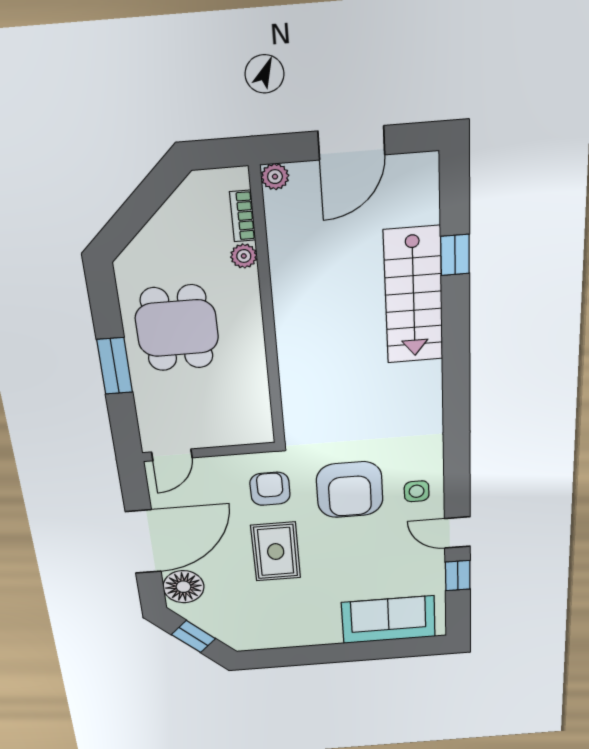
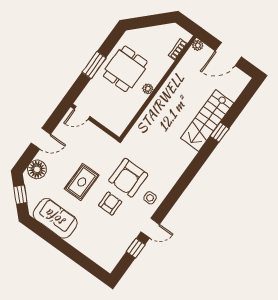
window: (455, 255) -> (220, 132), moved
plant: (244, 256) -> (148, 89), moved
armchair: (270, 489) -> (110, 203), moved
door: (457, 532) -> (150, 228), swing flipped
door: (143, 542) -> (41, 139), width x0.53
sofa: (388, 620) -> (55, 218), moved

